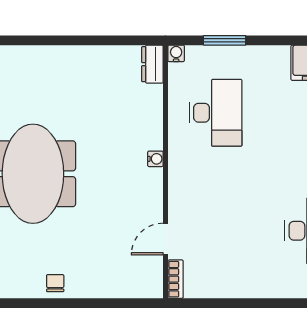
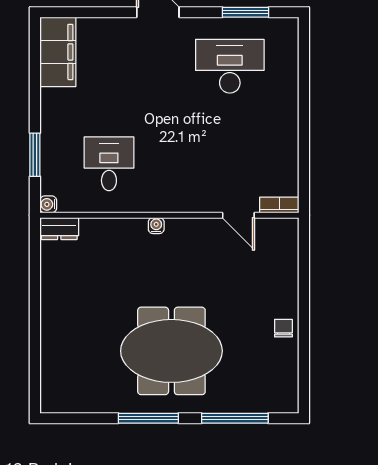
desk: (216, 113) -> (109, 164), width x0.73
chair: (55, 283) -> (283, 328), turned 90

